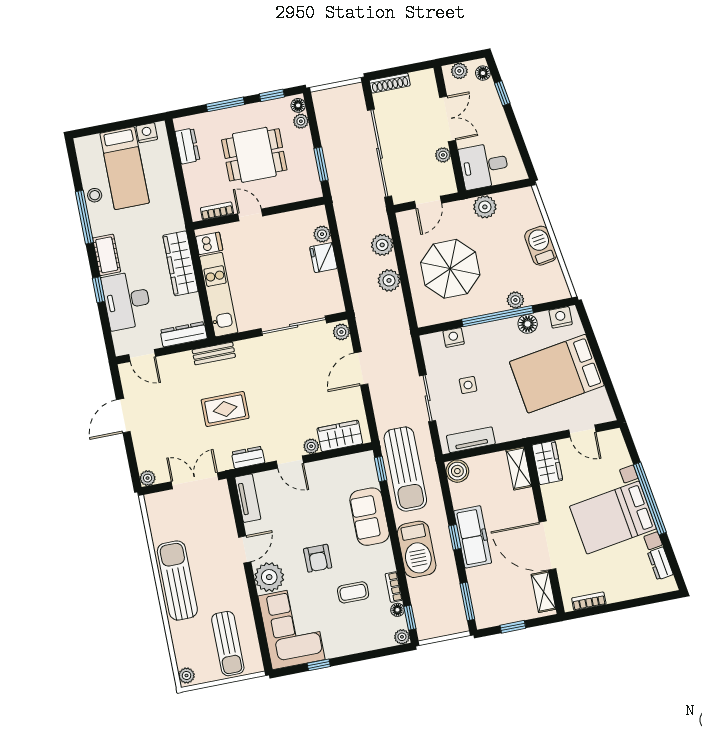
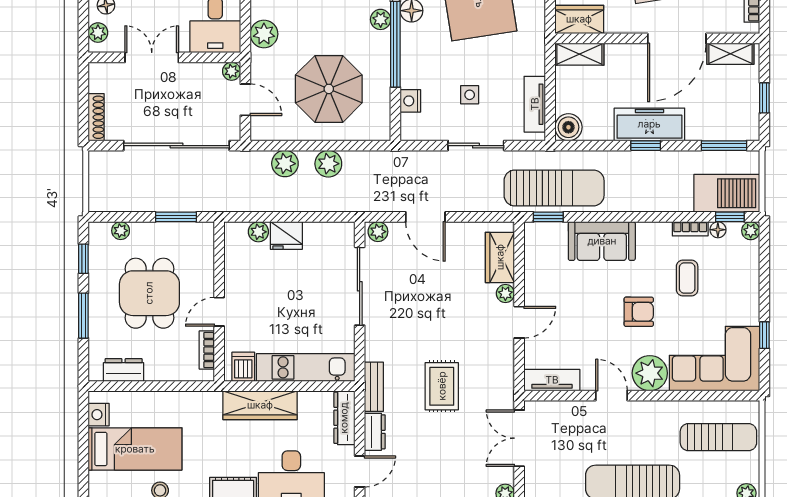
floor lamp: (298, 105) -> (101, 230), removed
plant: (443, 155) -> (232, 71), moved
dresser: (248, 457) -> (375, 432), moved, turned 180
barbecue: (417, 549) -> (727, 193), moved

